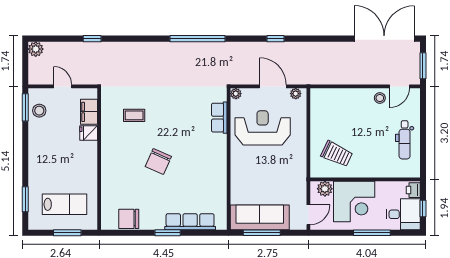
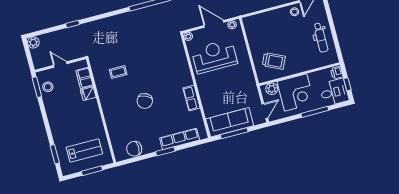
row of seats: (219, 118) -> (192, 98), moved

